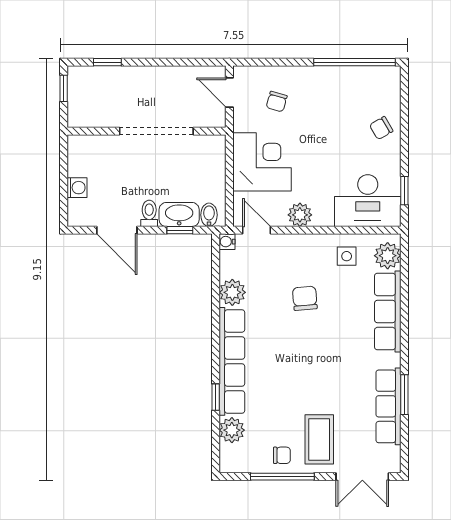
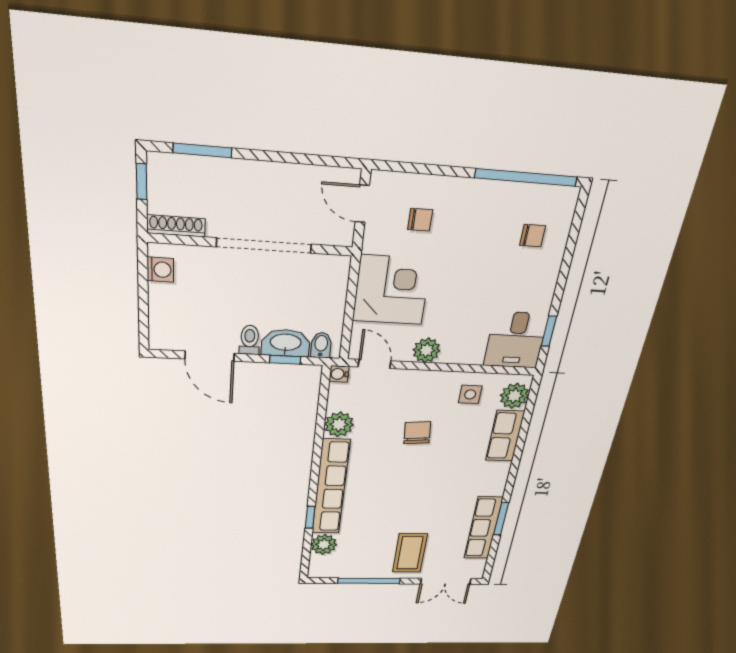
window: (107, 62) -> (202, 150), width x1.50
chair: (277, 102) -> (420, 220), turned -106
shoe rack: (89, 120) -> (176, 226), added
chair: (381, 128) -> (533, 236), moved, turned -150
washing machine: (77, 188) -> (160, 270), moved
desk: (368, 201) -> (516, 340), width x0.73
row of seats: (388, 311) -> (505, 436), width x0.68
chair: (282, 455) -> (371, 565), removed

